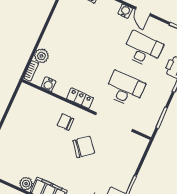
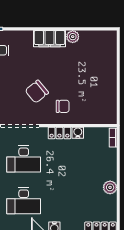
plant: (41, 56) -> (110, 187), moved
water cooler: (48, 84) -> (78, 133), moved

